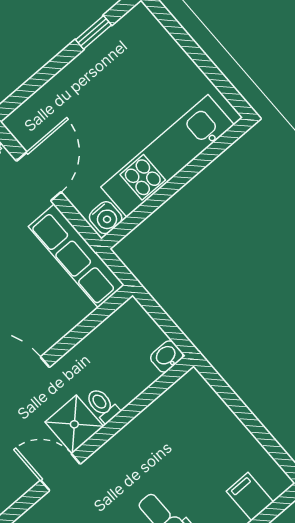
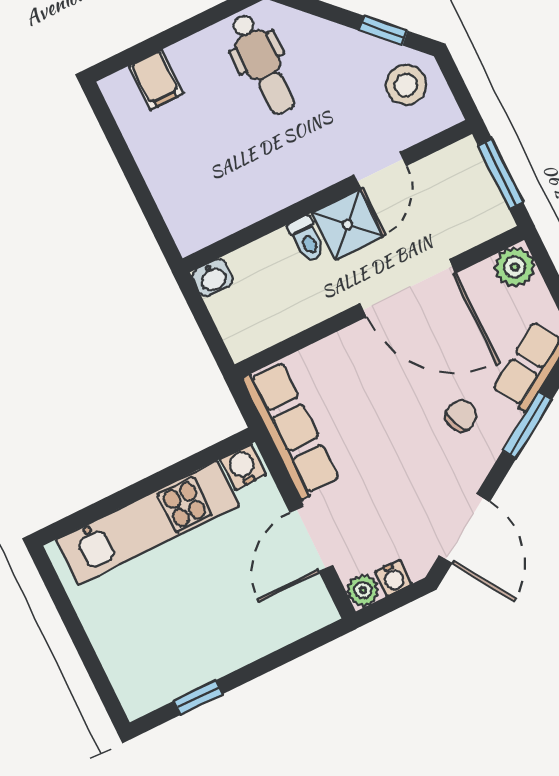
door: (60, 472) -> (380, 170), hinge flipped

